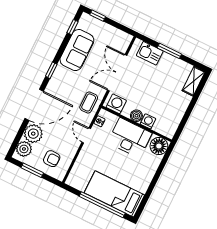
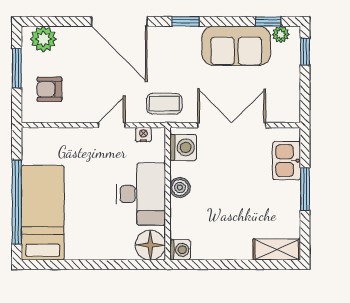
washing machine: (148, 121) -> (180, 250), moved
plant: (33, 134) -> (281, 34), moved, width x0.53, depth x0.53
armchair: (52, 159) -> (49, 89), turned 90

